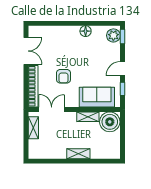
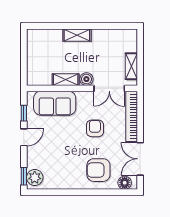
floor lamp: (86, 31) -> (125, 183), moved
armchair: (61, 42) -> (98, 170), added
boiler: (110, 122) -> (86, 79), moved, width x0.54, depth x0.54

